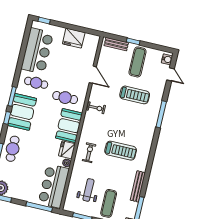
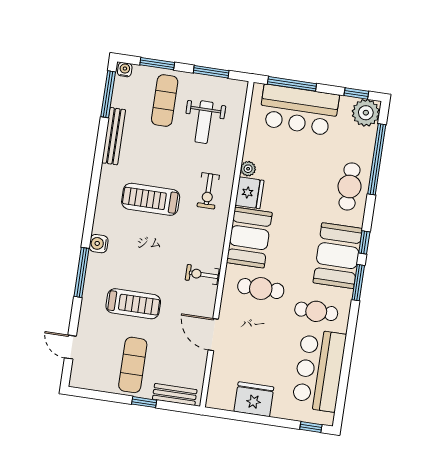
water cooler: (167, 59) -> (99, 244), moved
treadmill: (135, 95) -> (133, 304), turned 180
bar counter: (54, 186) -> (299, 110), moved, turned 90

